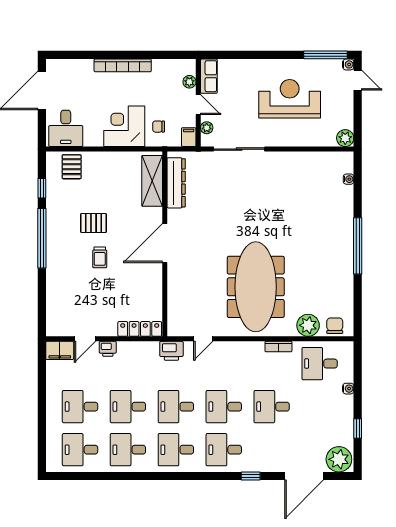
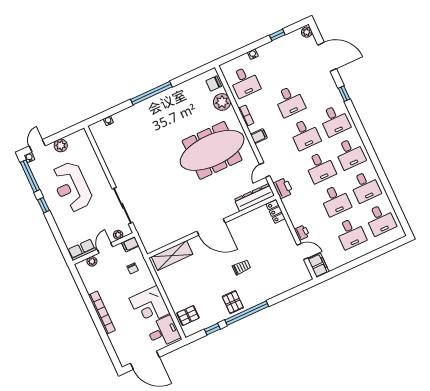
window: (283, 55) -> (43, 205), added
corner desk: (124, 126) -> (150, 306), moved
plant: (345, 138) -> (61, 145), moved
dresser: (176, 183) -> (254, 197), moved
pallet: (94, 223) -> (233, 302), moved
locker: (140, 329) -> (276, 212), width x0.66
door: (203, 339) -> (265, 170), swing flipped
filing cabinet: (247, 350) -> (259, 136), added
plant: (339, 459) -> (307, 32), width x0.53, depth x0.53

